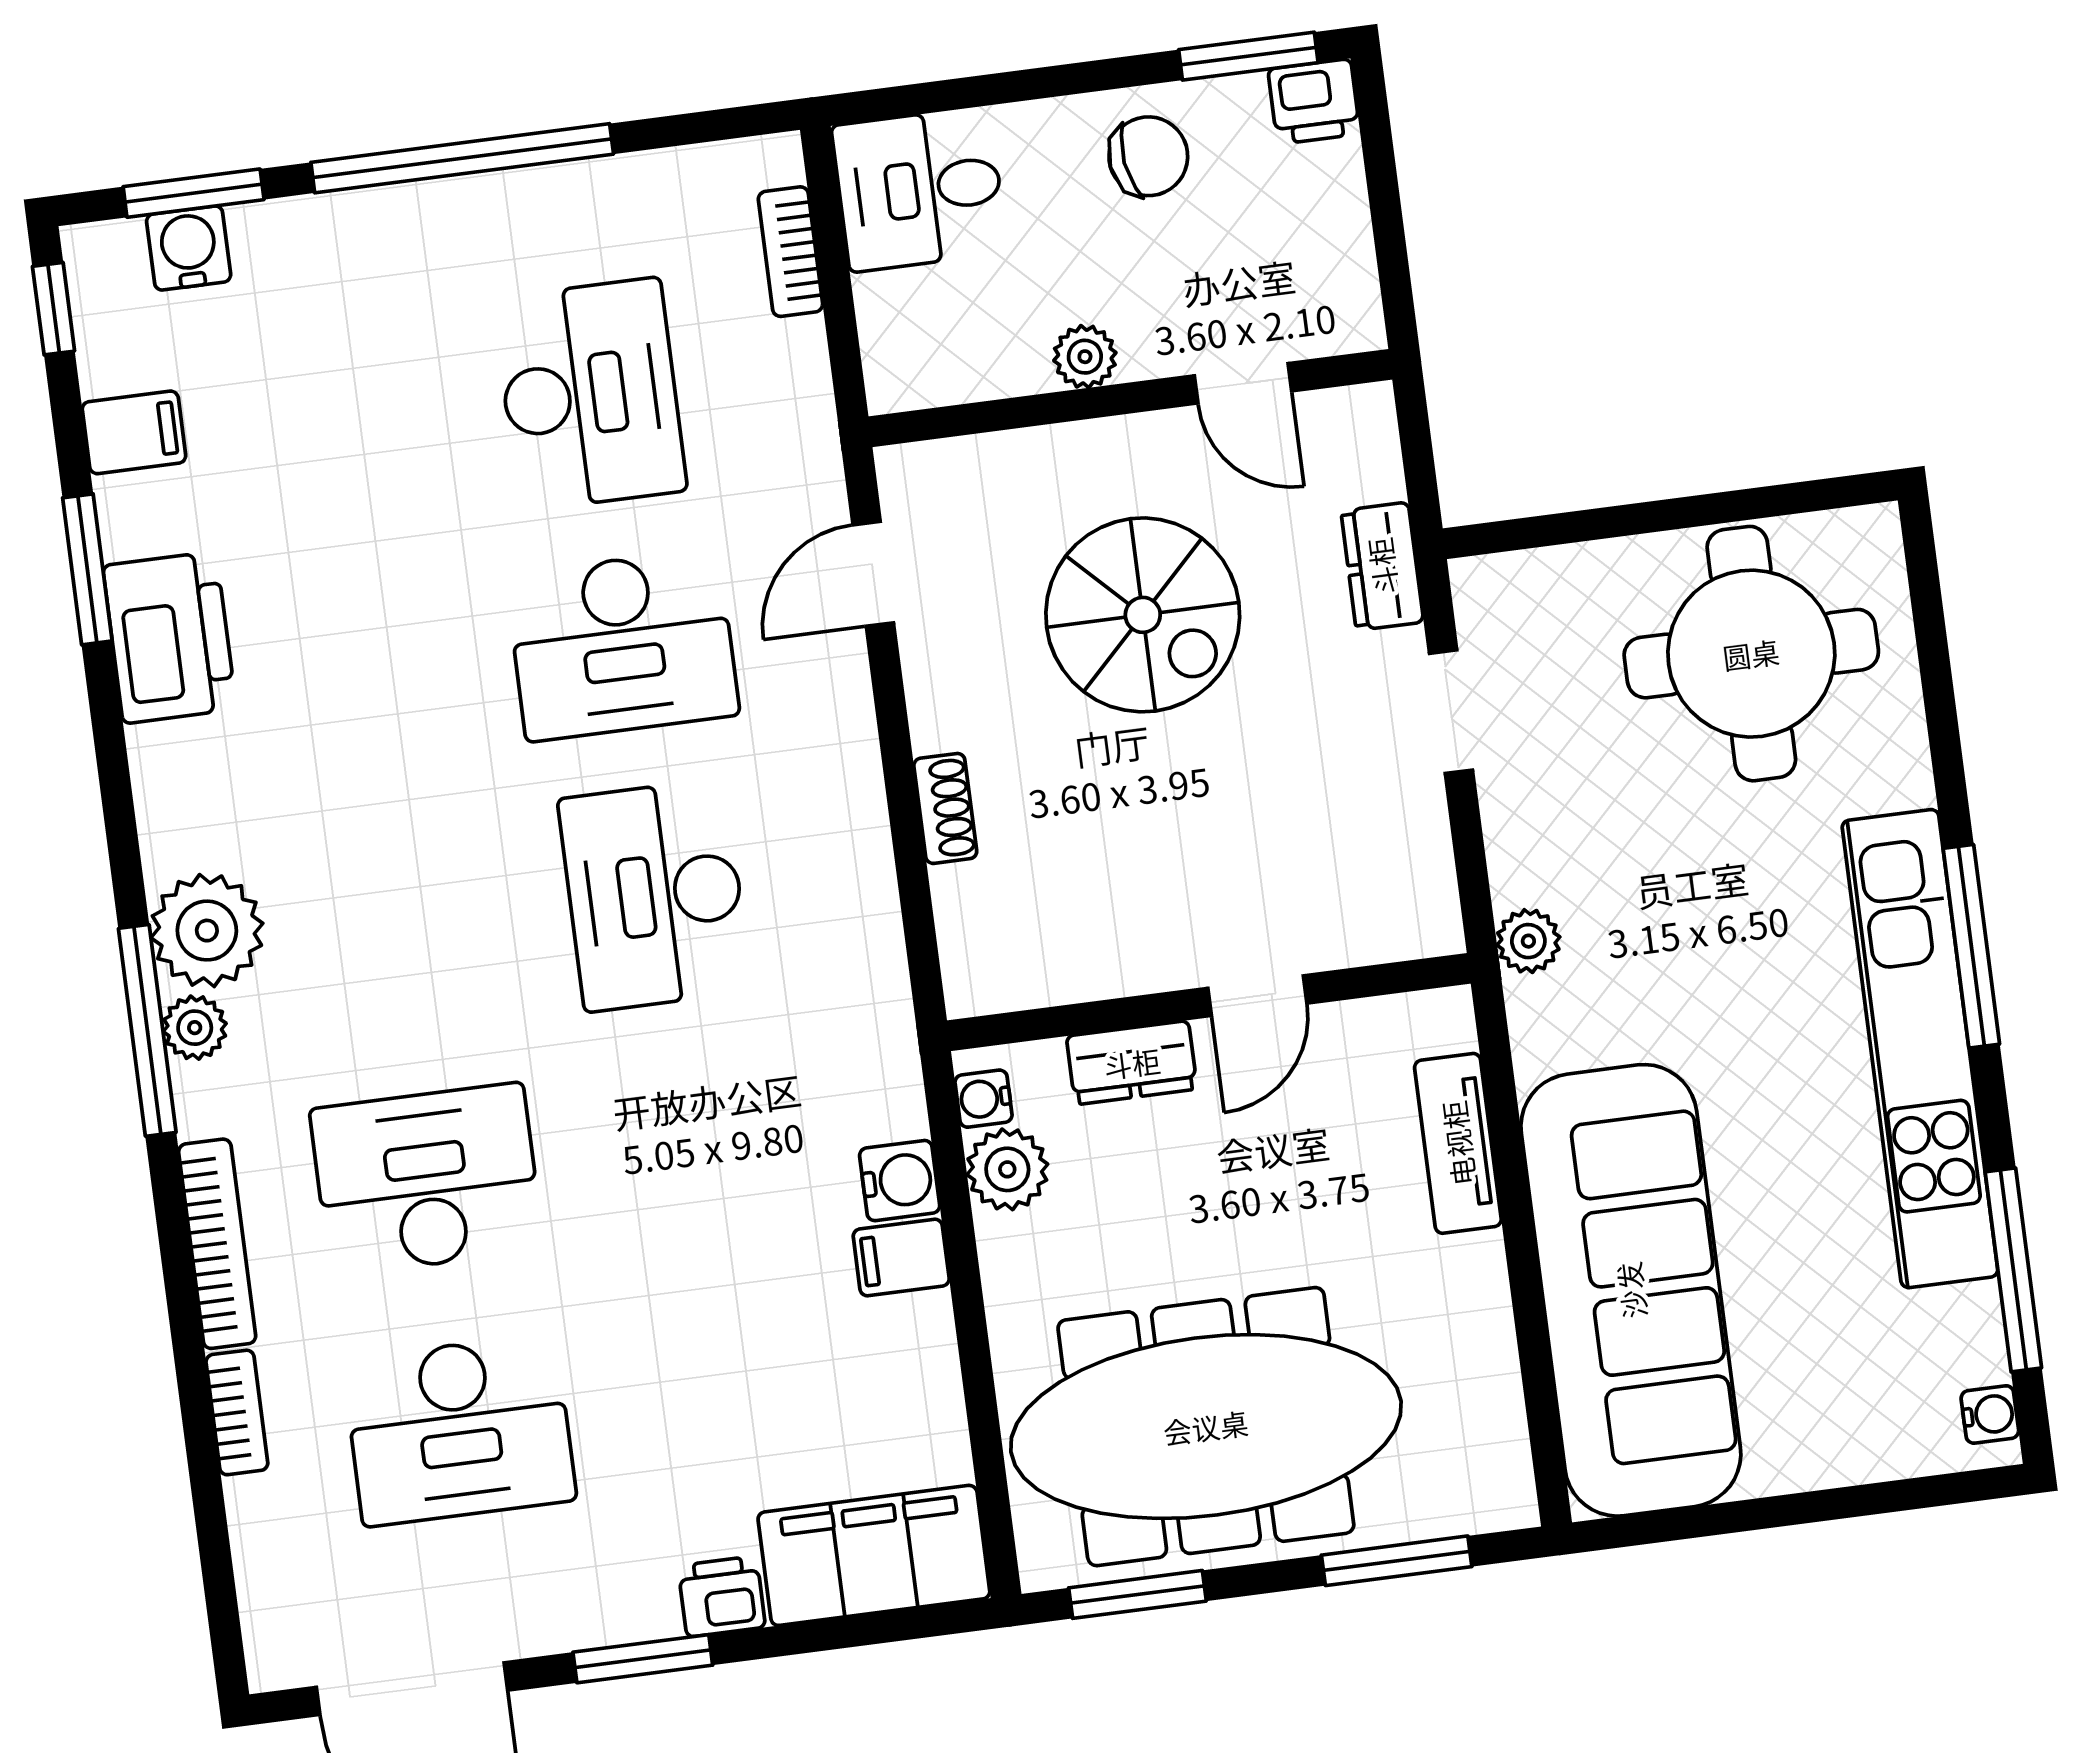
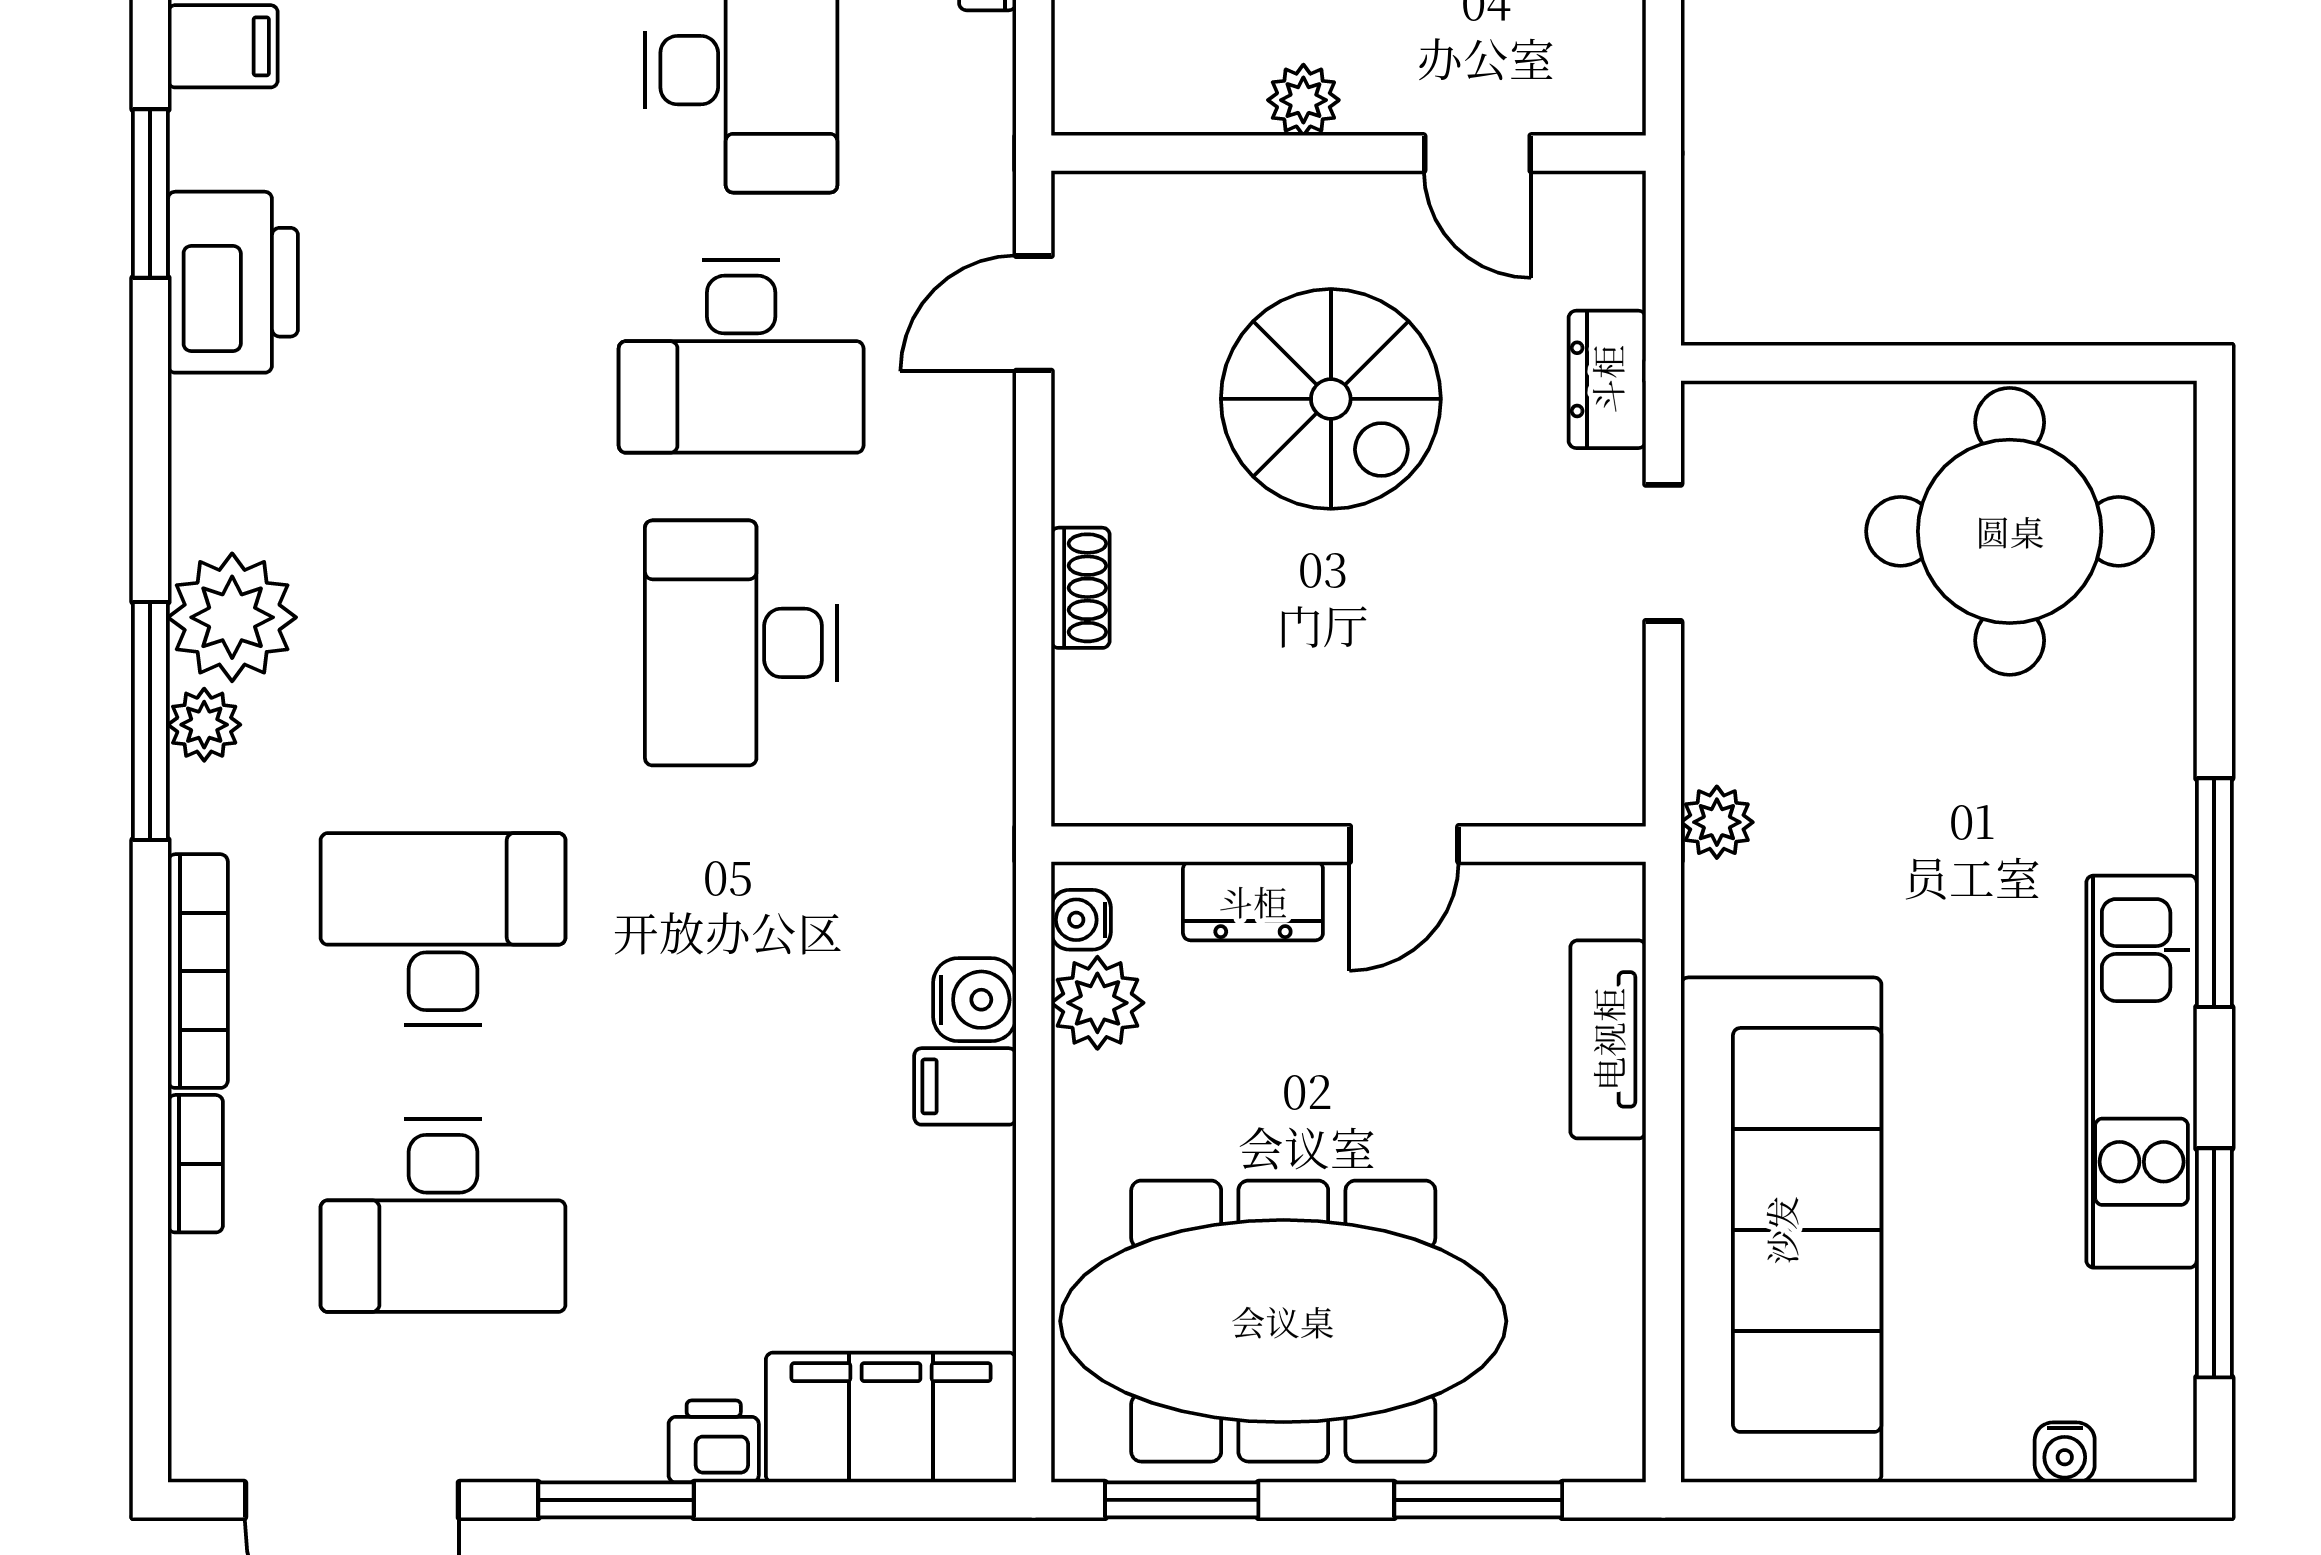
kitchen unit: (1920, 1049) -> (2142, 1072), width x0.73
water cooler: (1990, 1414) -> (2065, 1452), moved, turned 90

